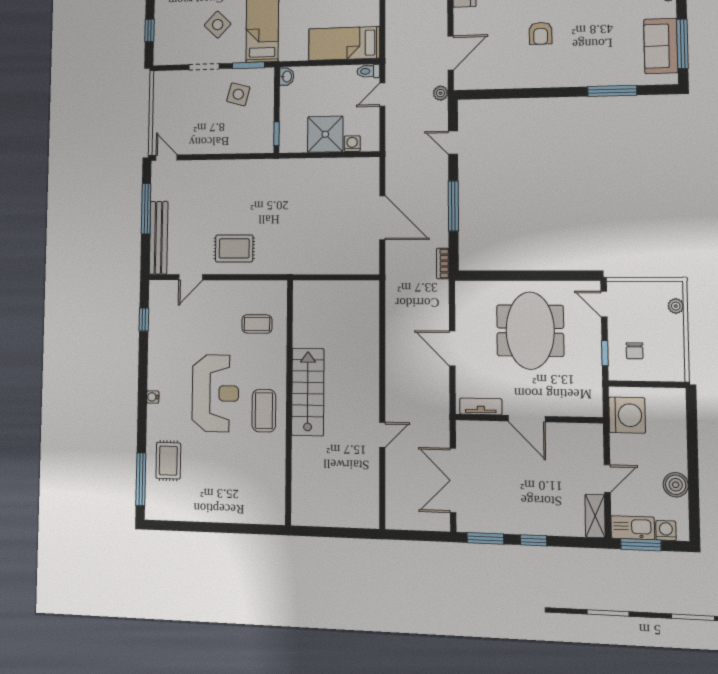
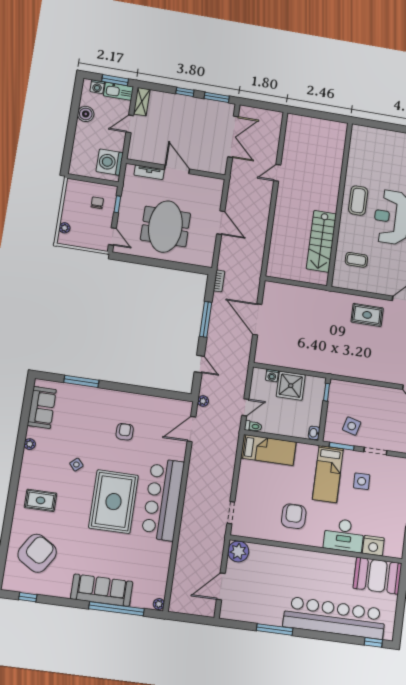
side table: (218, 25) -> (362, 481), turned 45
window: (682, 44) -> (27, 406), removed
stairs: (308, 392) -> (321, 241), moved
tv unit: (481, 406) -> (149, 172), moved

